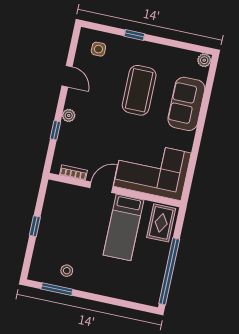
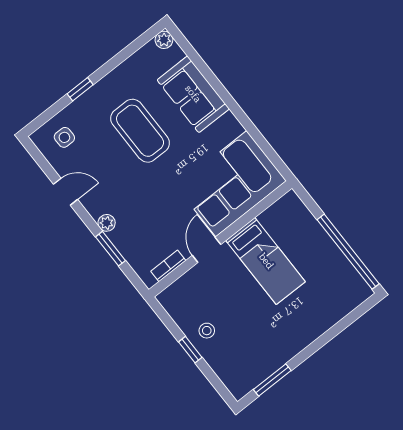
window: (55, 130) -> (111, 249), width x1.50
rug: (161, 223) -> (292, 219), removed
stool: (67, 271) -> (207, 331), moved

